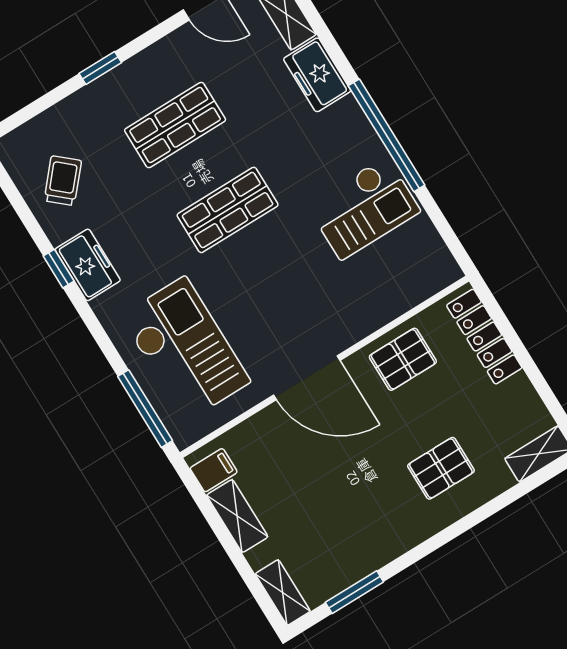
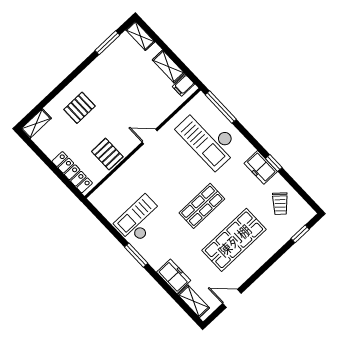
window: (100, 68) -> (300, 234), moved
shop shelf: (175, 125) -> (234, 240), width x1.43, depth x1.36
window: (387, 135) -> (136, 255), width x0.47
pallet: (403, 359) -> (107, 154), turned 90
door: (307, 378) -> (150, 136), width x0.53

